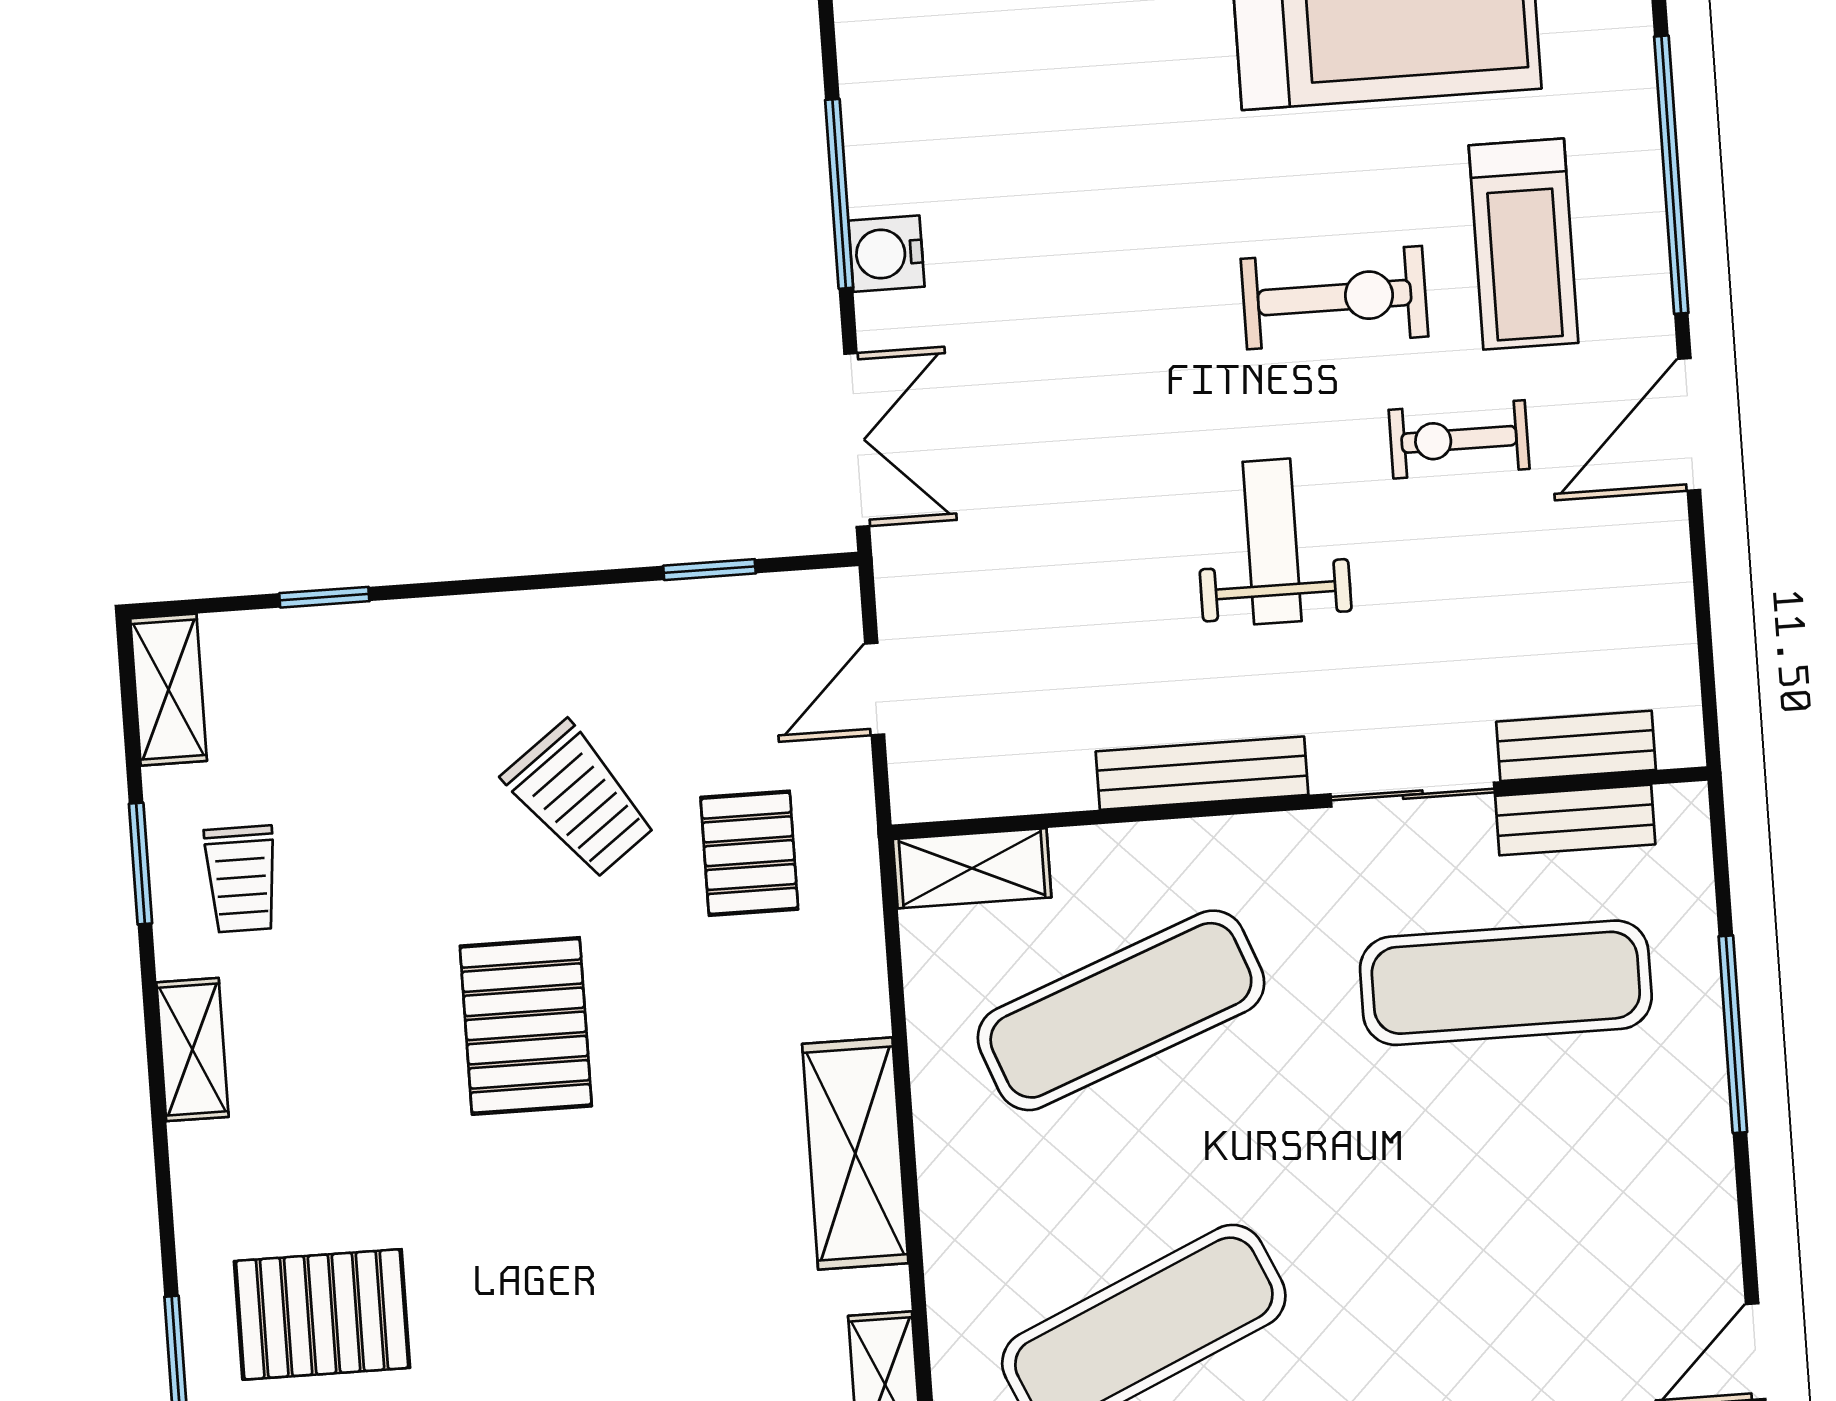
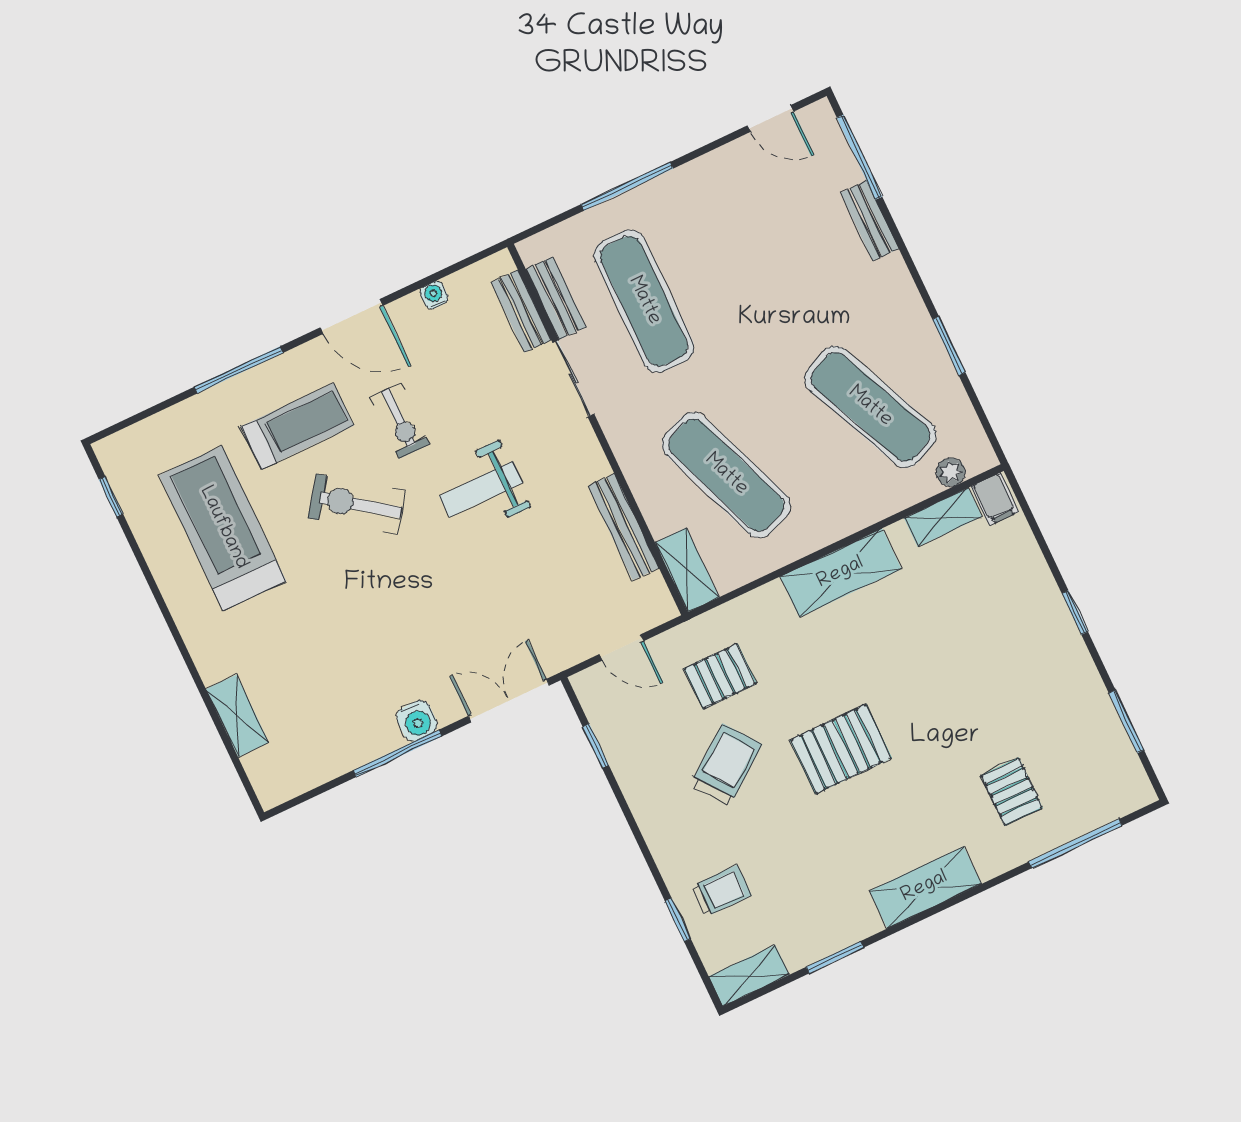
window: (1671, 175) -> (239, 370), width x0.68
exercise bike: (1335, 298) -> (356, 504), turned -54
water cooler: (1670, 594) -> (434, 295), added
bench: (1202, 773) -> (624, 527), moved
trolley: (241, 879) -> (721, 891), moved
shelving: (192, 1050) -> (925, 887), width x1.50, depth x1.33
pallet: (322, 1314) -> (1012, 792), width x0.67, depth x0.71

